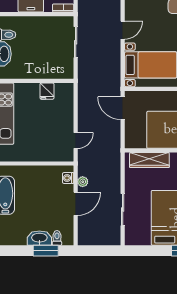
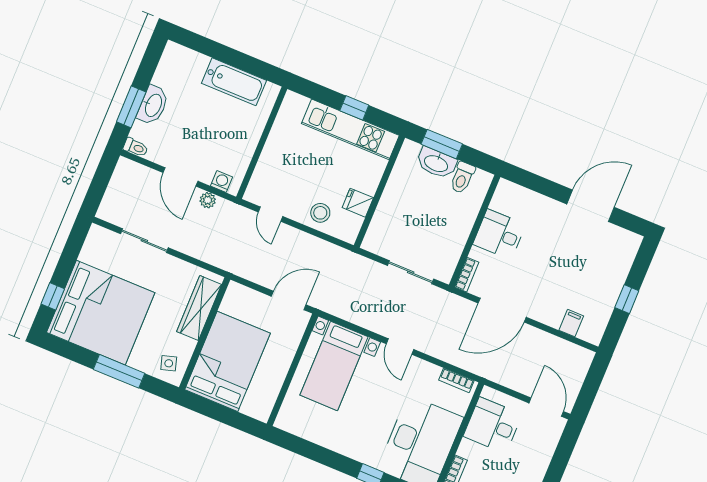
stool: (62, 111) -> (320, 213), added
toilet: (57, 238) -> (136, 147), moved

